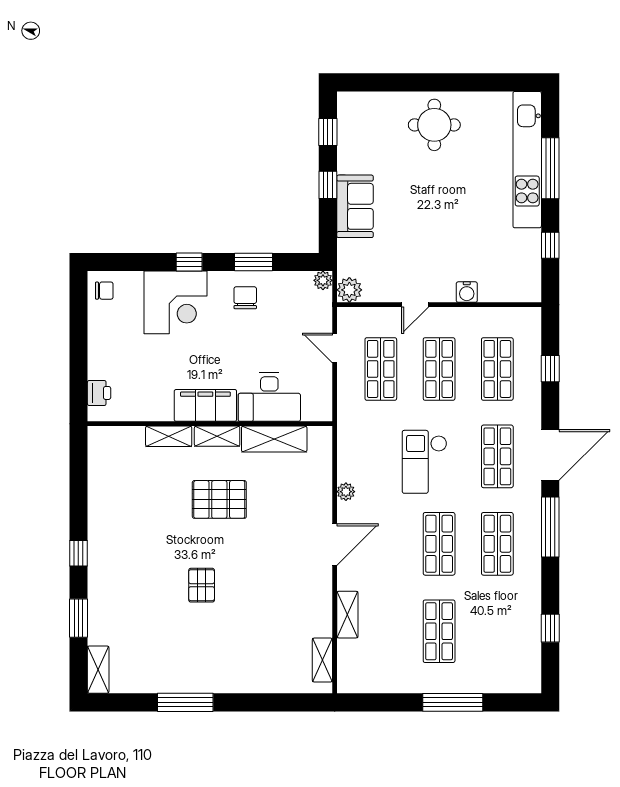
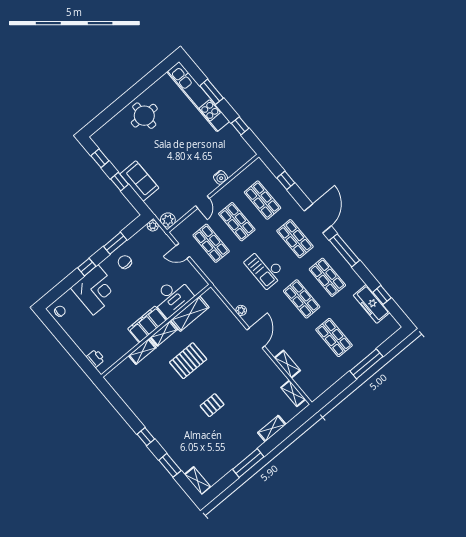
window: (550, 168) -> (212, 92), width x0.69
pallet: (202, 585) -> (212, 405), turned 90
freezer: (526, 629) -> (372, 304), added
shelving: (255, 683) -> (272, 428), added

